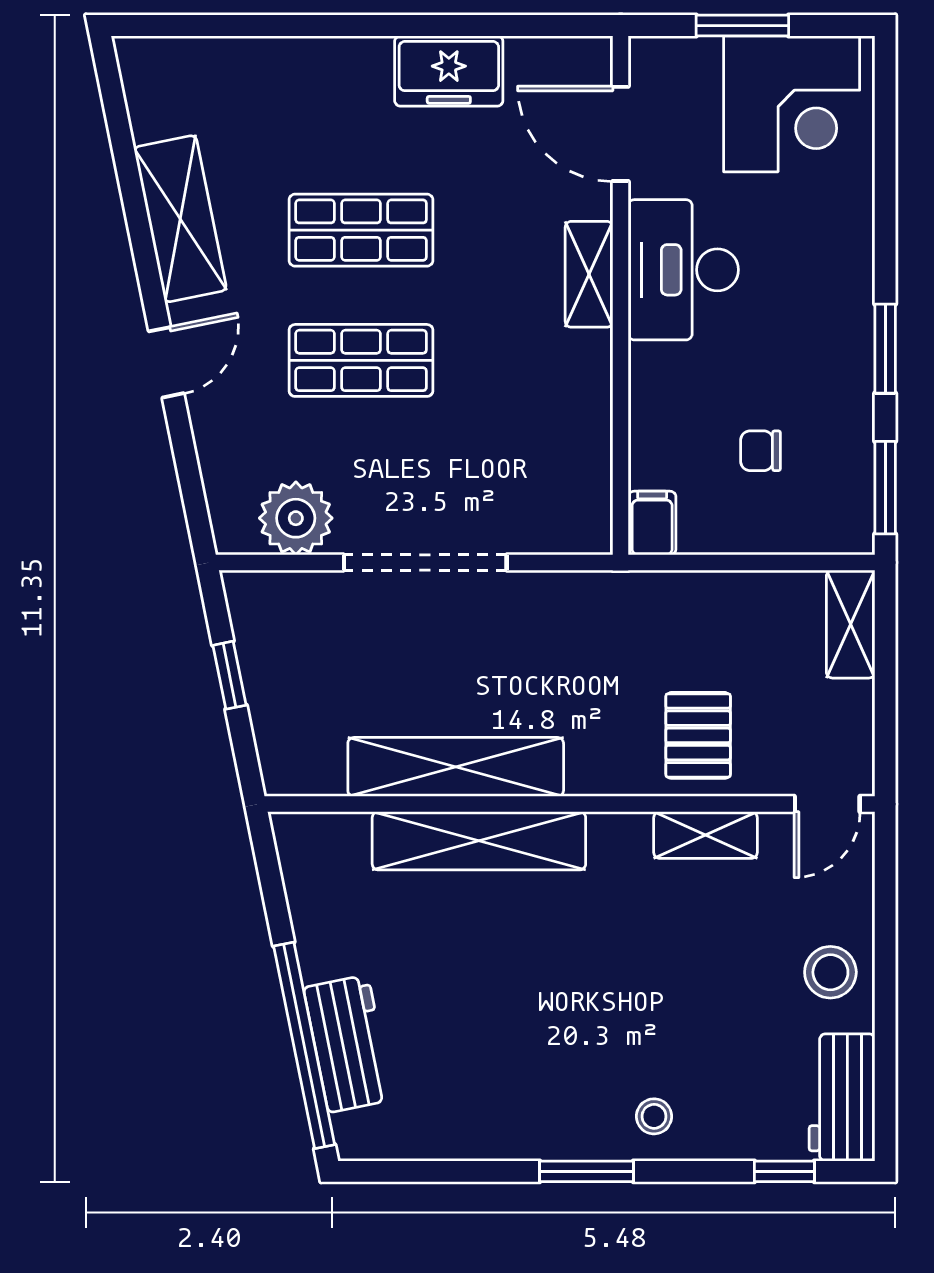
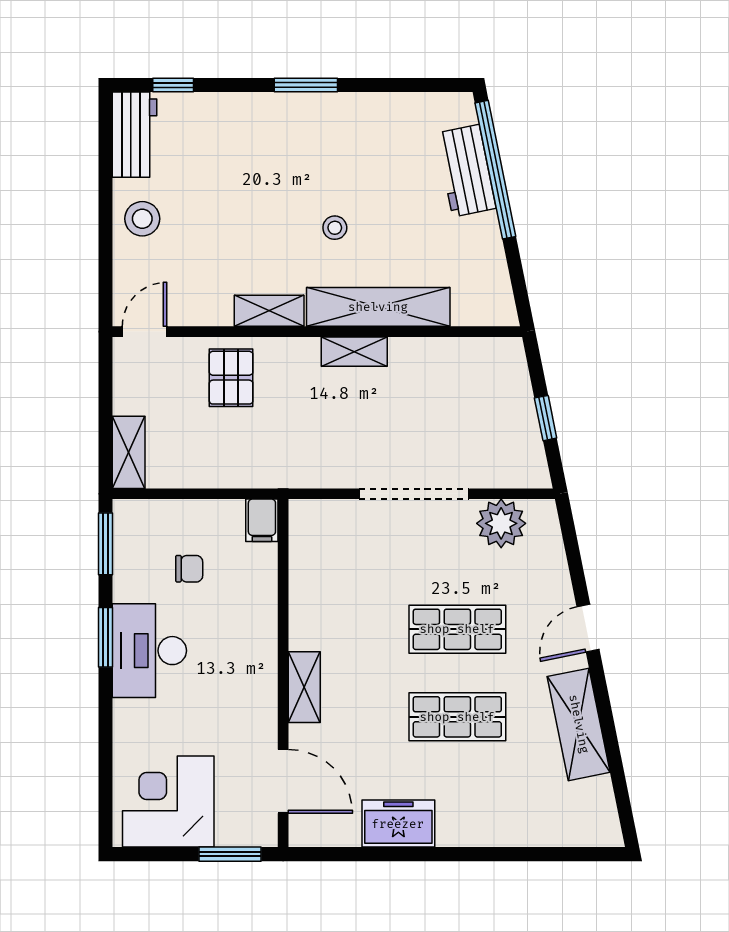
window: (742, 26) -> (230, 854), moved
desk: (683, 270) -> (149, 651), moved, turned 180
shelving: (456, 767) -> (354, 352), width x0.45, depth x0.75
shelving: (706, 835) -> (269, 311), moved
stool: (654, 1116) -> (335, 228), moved

